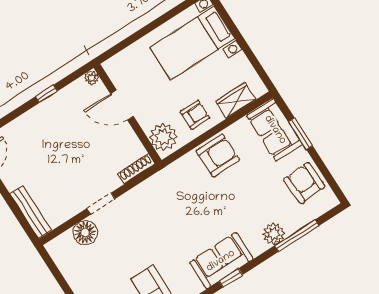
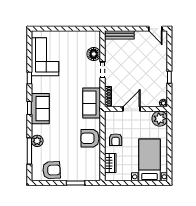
door: (122, 105) -> (131, 109), moved
sofa: (275, 130) -> (92, 103), moved, turned -90
plant: (163, 137) -> (160, 119), moved
armchair: (218, 155) -> (90, 138), turned 91

